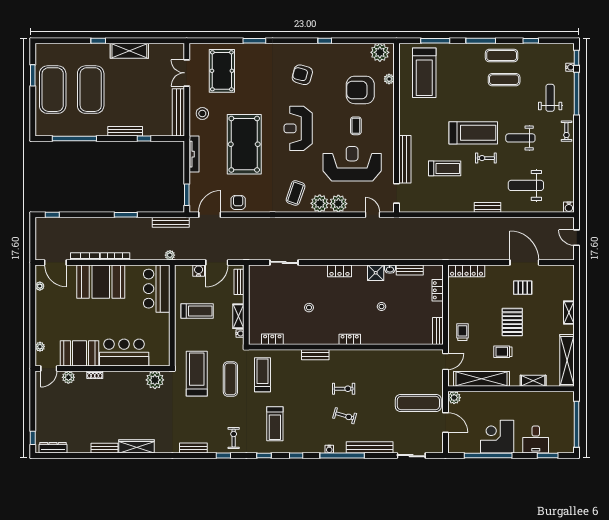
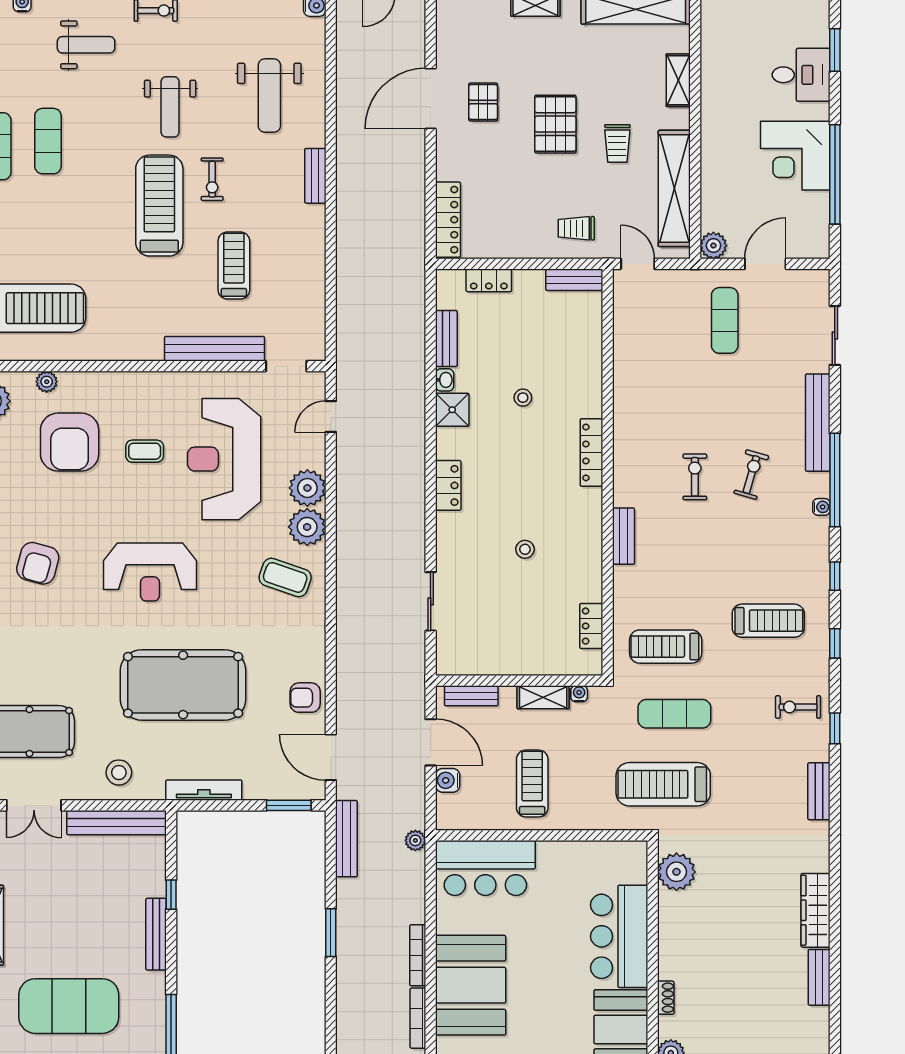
weight bench: (550, 98) -> (86, 45), turned 180
pallet: (512, 322) -> (555, 124), turned 90
locker: (350, 339) -> (592, 452), width x1.53
exercise mat: (418, 403) -> (725, 320), width x0.73, depth x0.69

